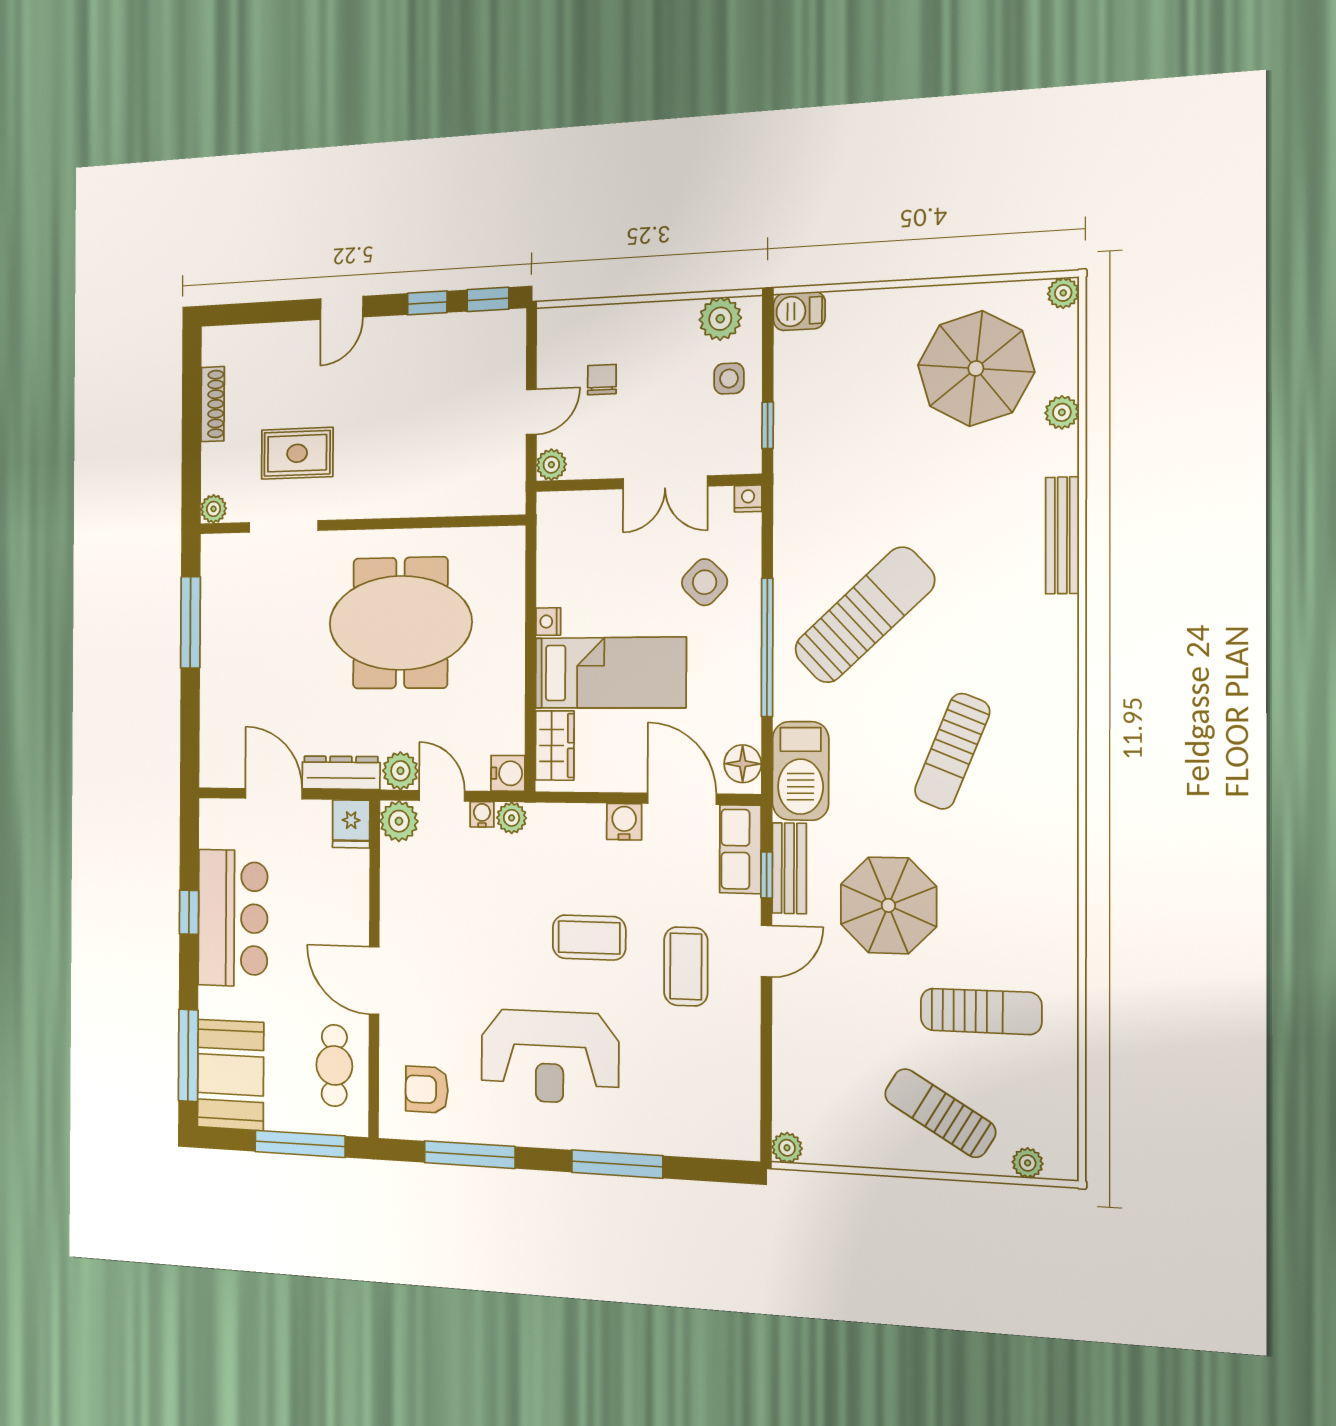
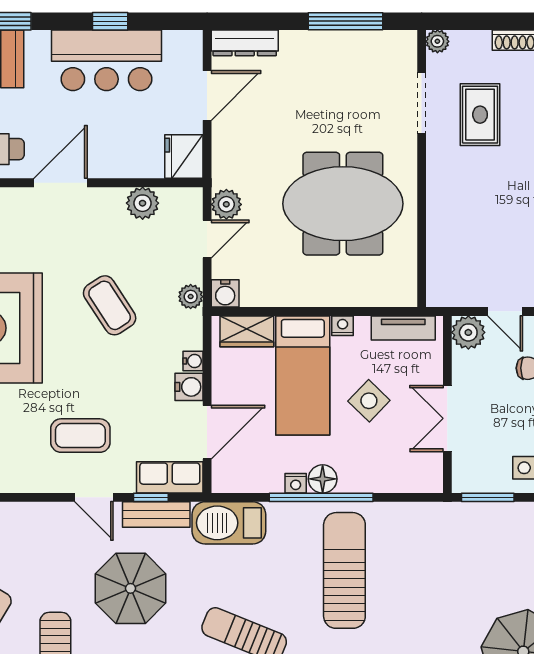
window: (768, 425) -> (488, 497), width x1.50
plant: (551, 465) -> (468, 332), width x1.38, depth x1.38
nightstand: (748, 498) -> (296, 483), moved, turned 90
tv unit: (551, 543) -> (403, 328), added
side table: (705, 582) -> (369, 401), moved
sun lounger: (865, 615) -> (344, 570), turned -137
meeting table: (400, 623) -> (343, 204), turned 90
floor lamp: (743, 764) -> (323, 479), moved
dresser: (341, 773) -> (245, 43), moved, turned 90
water cooler: (482, 814) -> (193, 361), moved
plant: (399, 821) -> (143, 203), moved
fridge: (351, 824) -> (184, 157), width x1.38
coffee table: (589, 938) -> (110, 305), moved, turned -33

